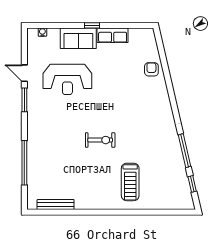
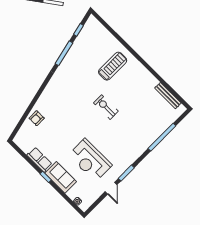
reception desk: (67, 79) -> (90, 160), turned 180

